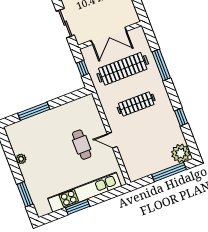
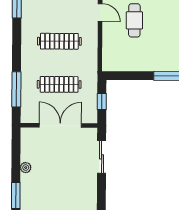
window: (161, 65) -> (16, 89), moved
clothes rail: (123, 69) -> (59, 84), width x0.73, depth x0.76

